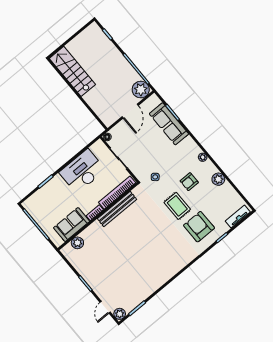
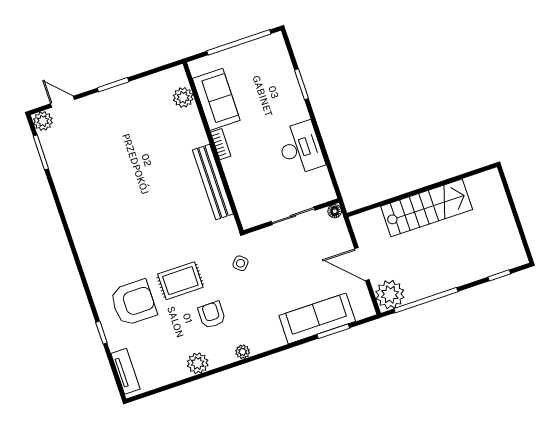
stairs: (72, 71) -> (427, 208), moved
desk: (82, 171) -> (301, 148), width x0.73, depth x0.77
bookcase: (117, 193) -> (239, 192), removed

